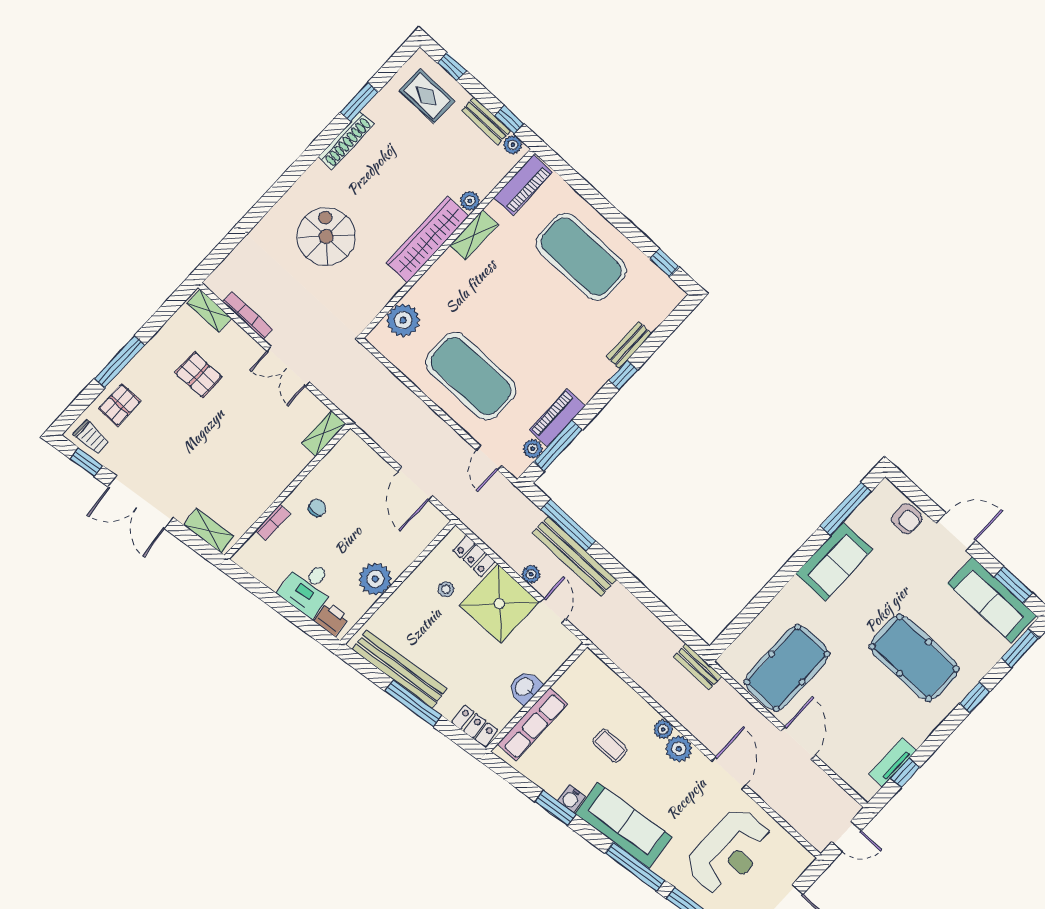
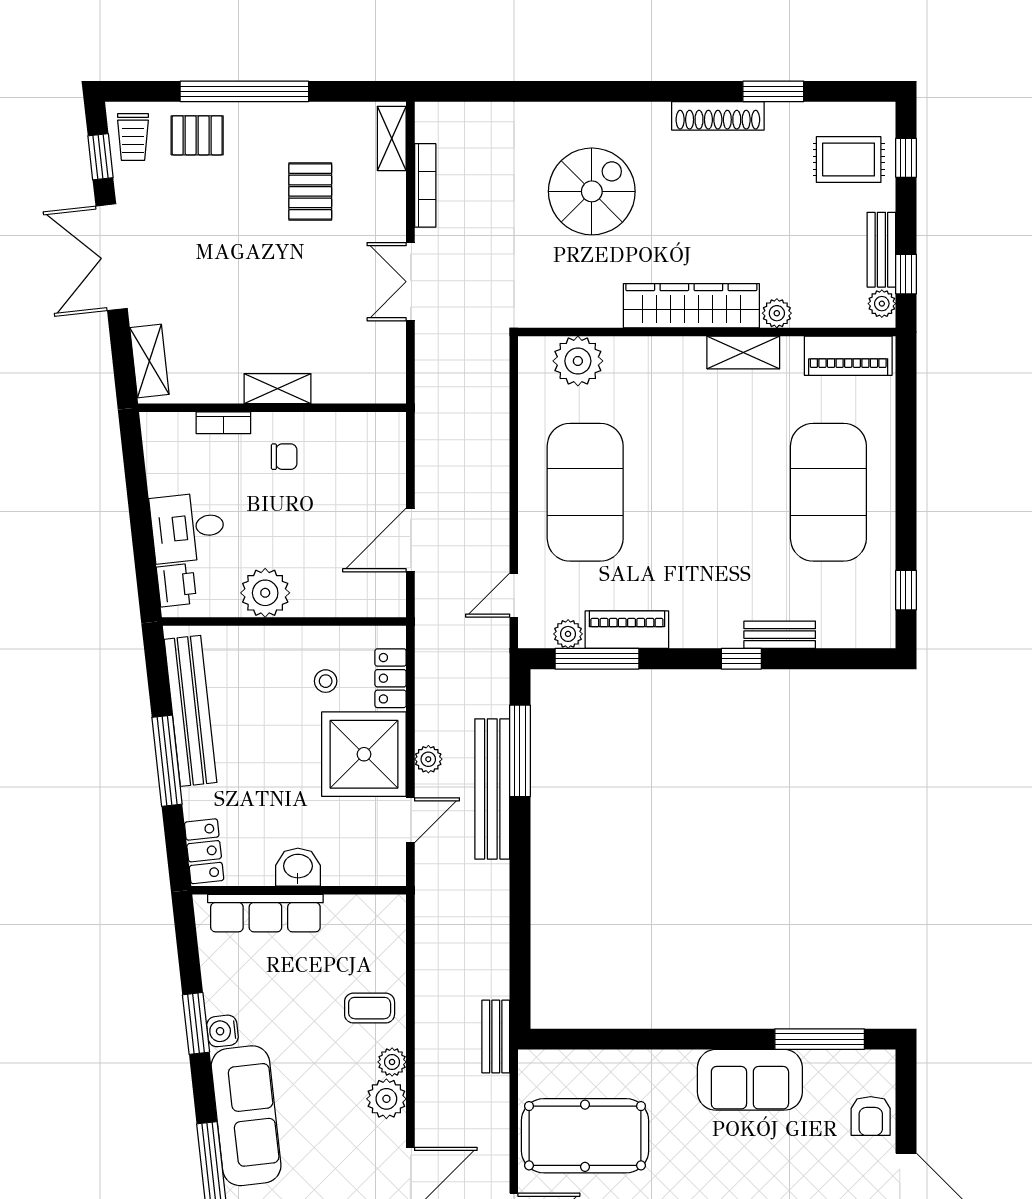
rug: (427, 96) -> (849, 160), turned 90
window: (119, 362) -> (244, 91), width x1.46
shelving: (324, 433) -> (278, 389), moved
coffee table: (610, 746) -> (370, 1008), moved, turned 90

